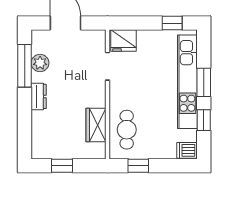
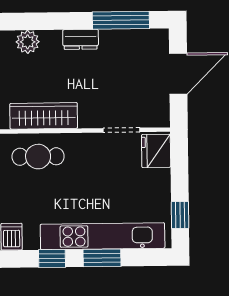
plant: (40, 63) -> (28, 42), moved
wardrobe: (96, 125) -> (44, 116), width x1.50

